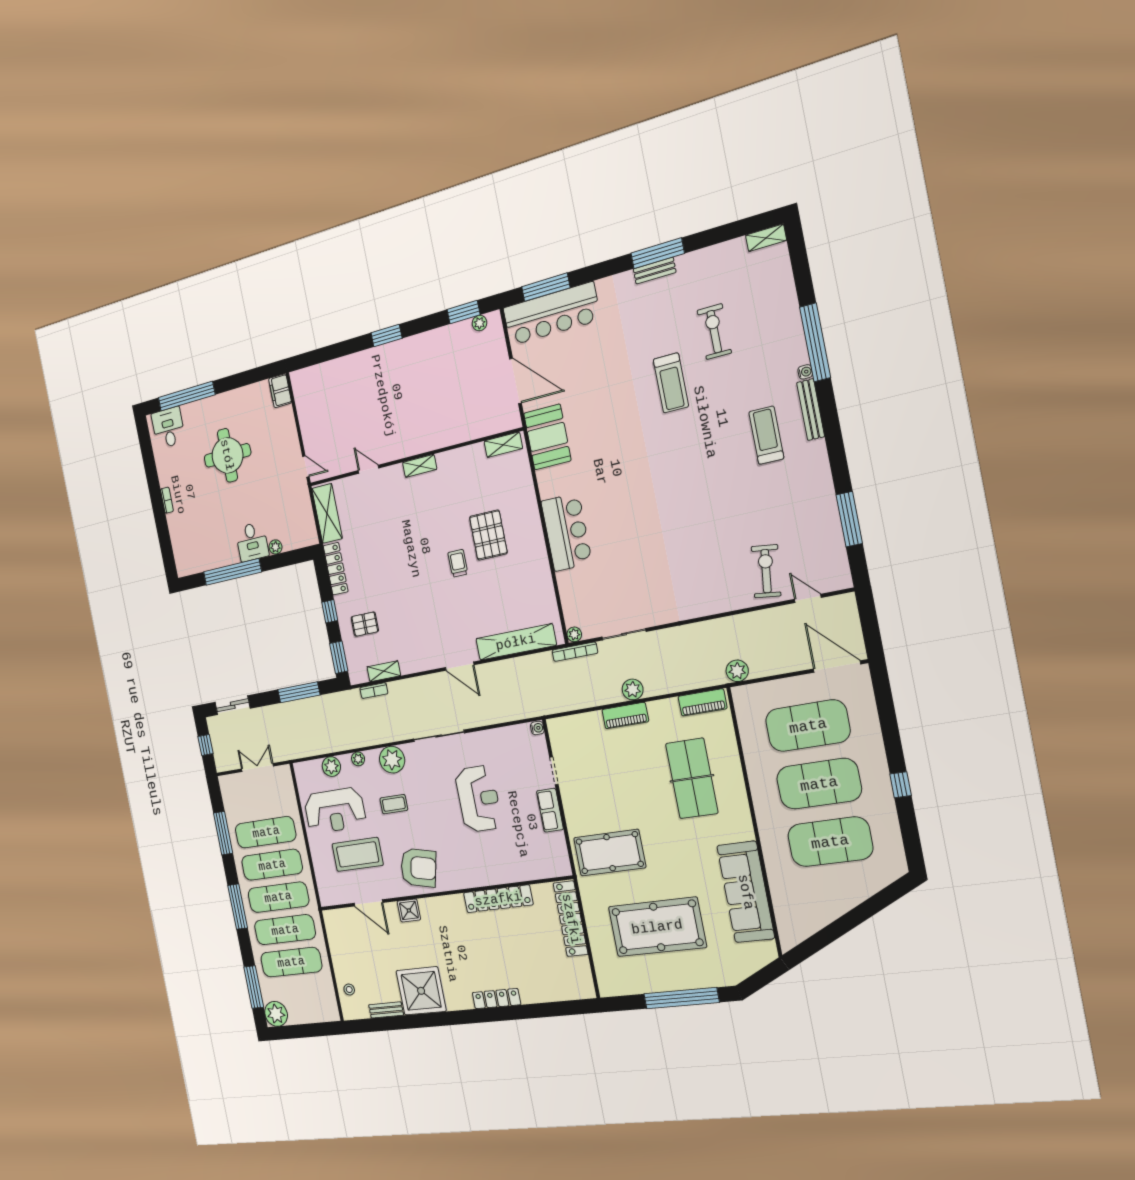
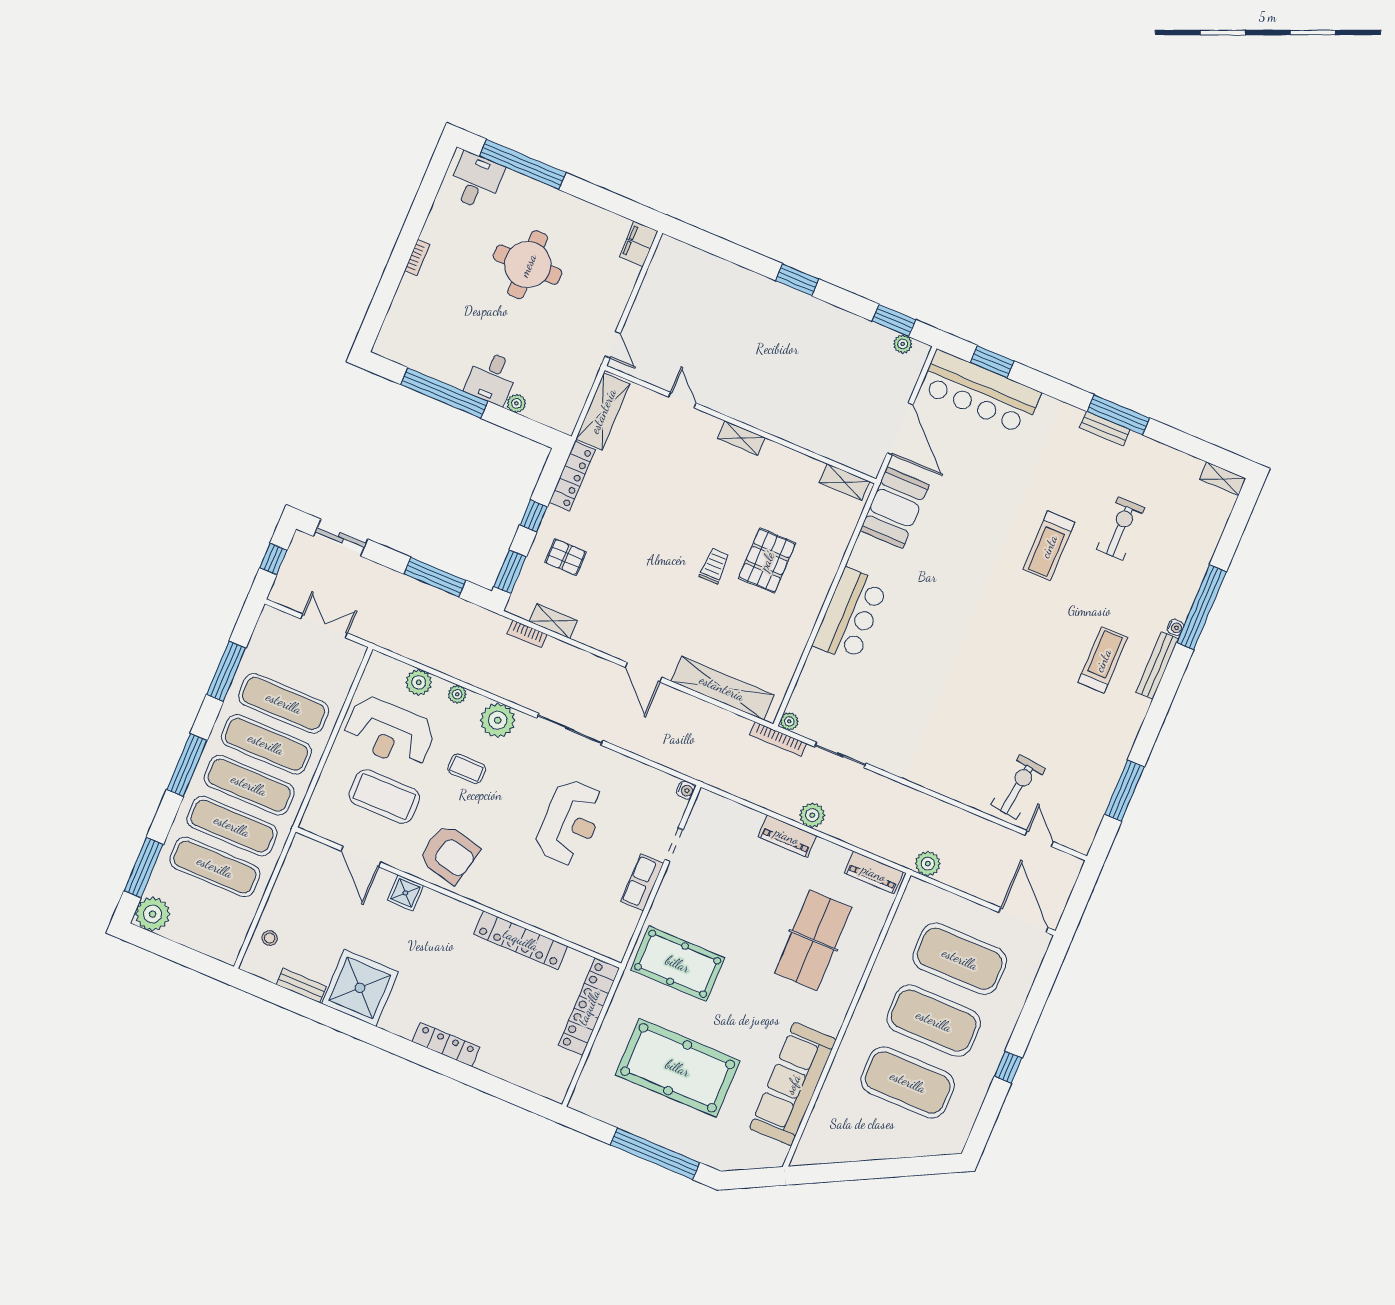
window: (546, 287) -> (992, 362), width x0.69

